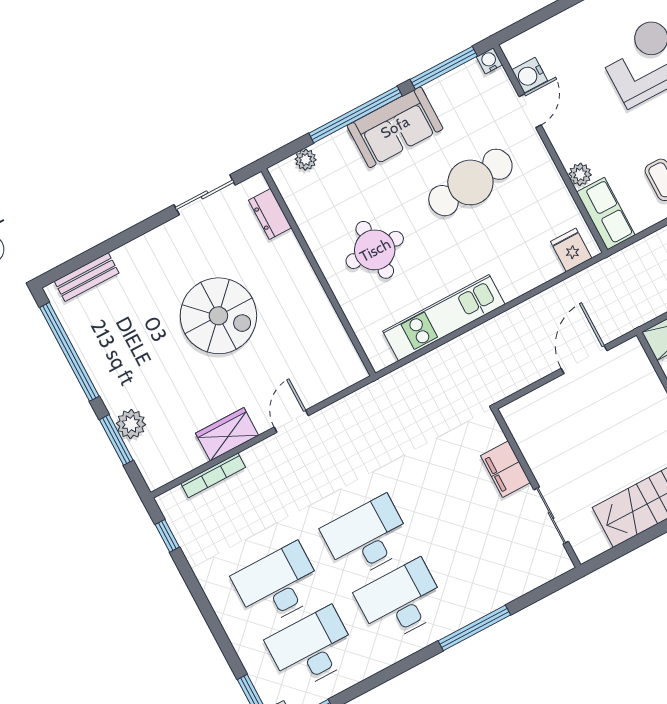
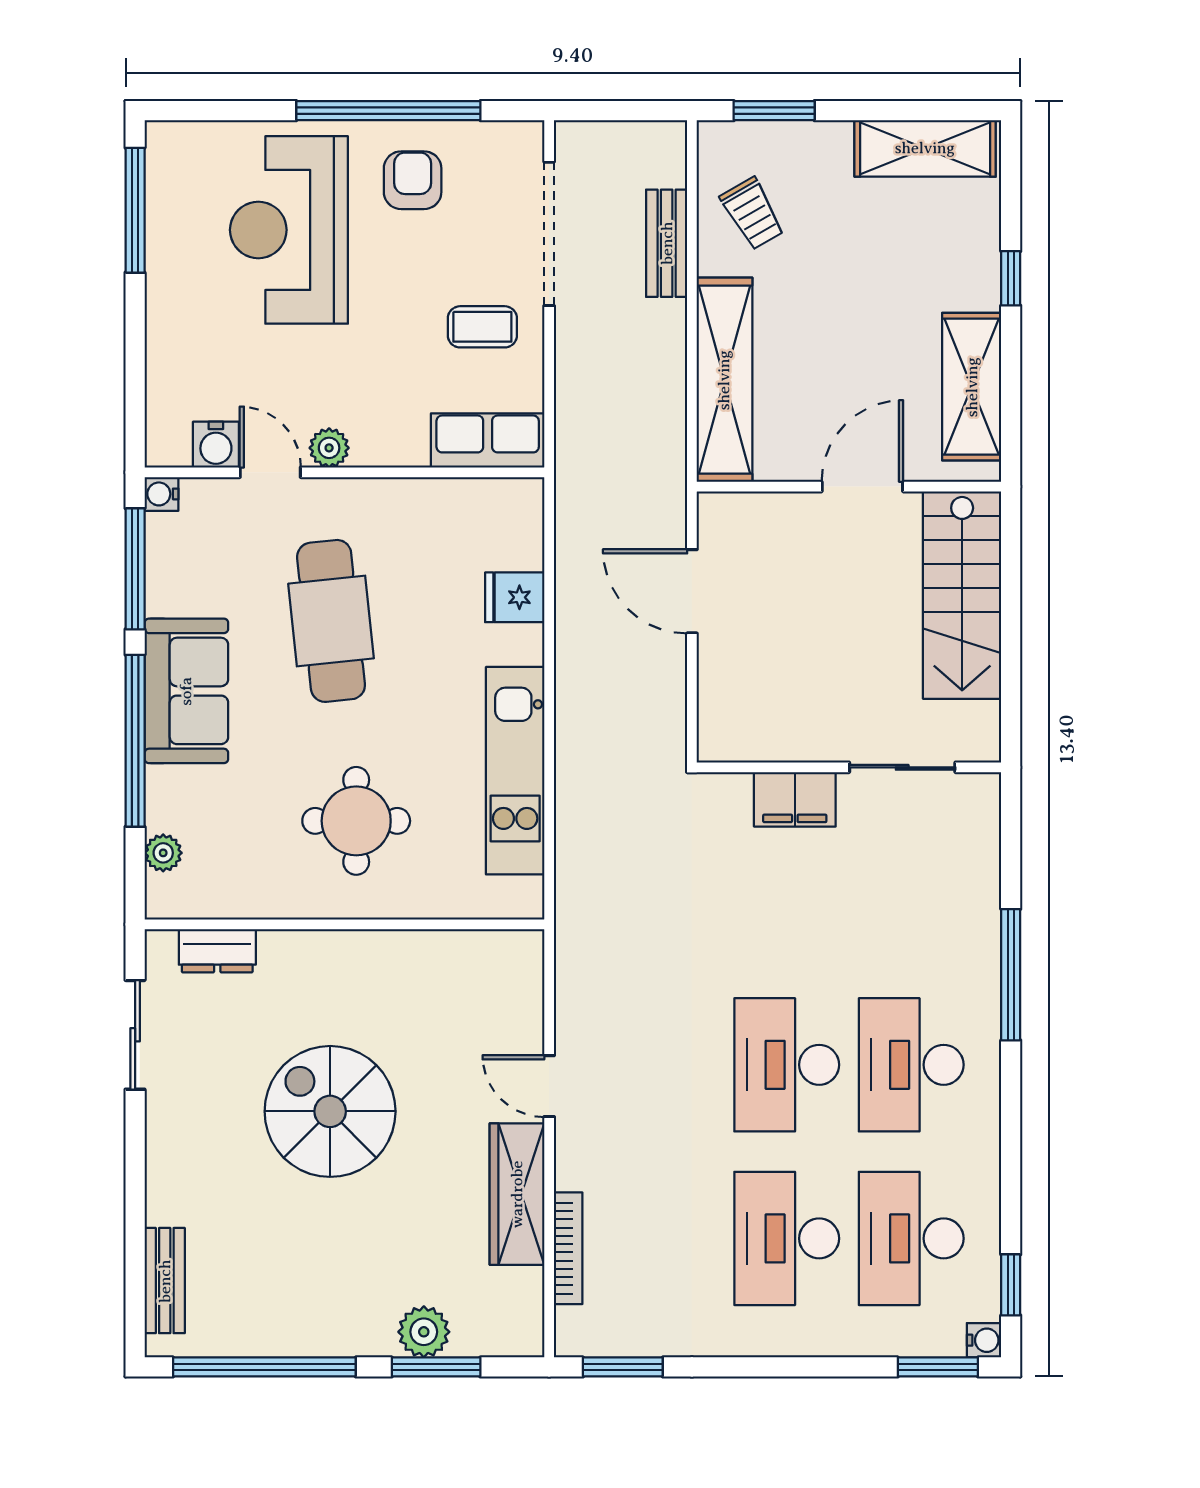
plant: (580, 174) -> (329, 448), moved
fridge: (571, 250) -> (515, 597), moved
spiral stairs: (218, 316) -> (330, 1111), turned -90
wardrobe: (227, 434) -> (517, 1194), width x1.50
window: (167, 536) -> (623, 1367), width x1.50

